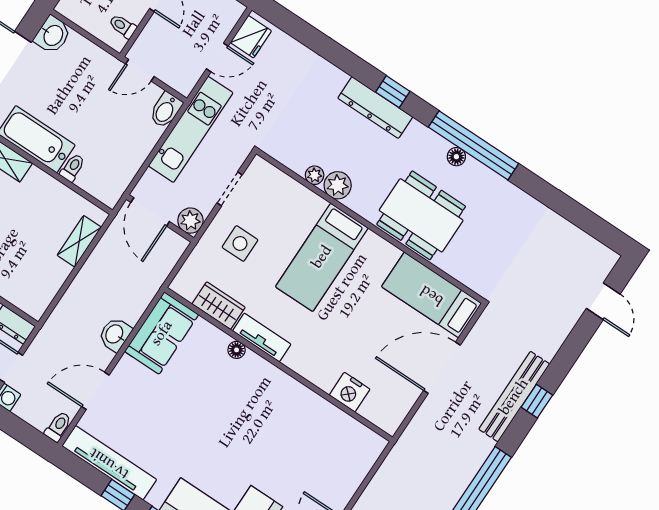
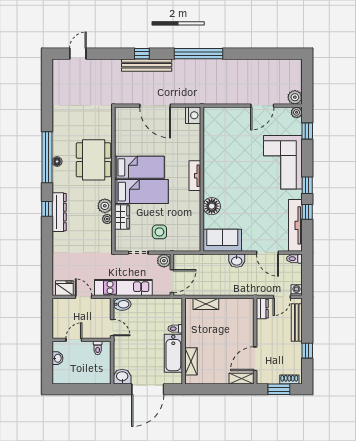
bed: (432, 295) -> (139, 167), moved, turned -90
wardrobe: (219, 306) -> (122, 217), moved, turned 180
tv unit: (262, 337) -> (195, 176), moved
floor lamp: (237, 350) -> (212, 206), width x1.89, depth x1.89
nightstand: (350, 392) -> (193, 115), moved

